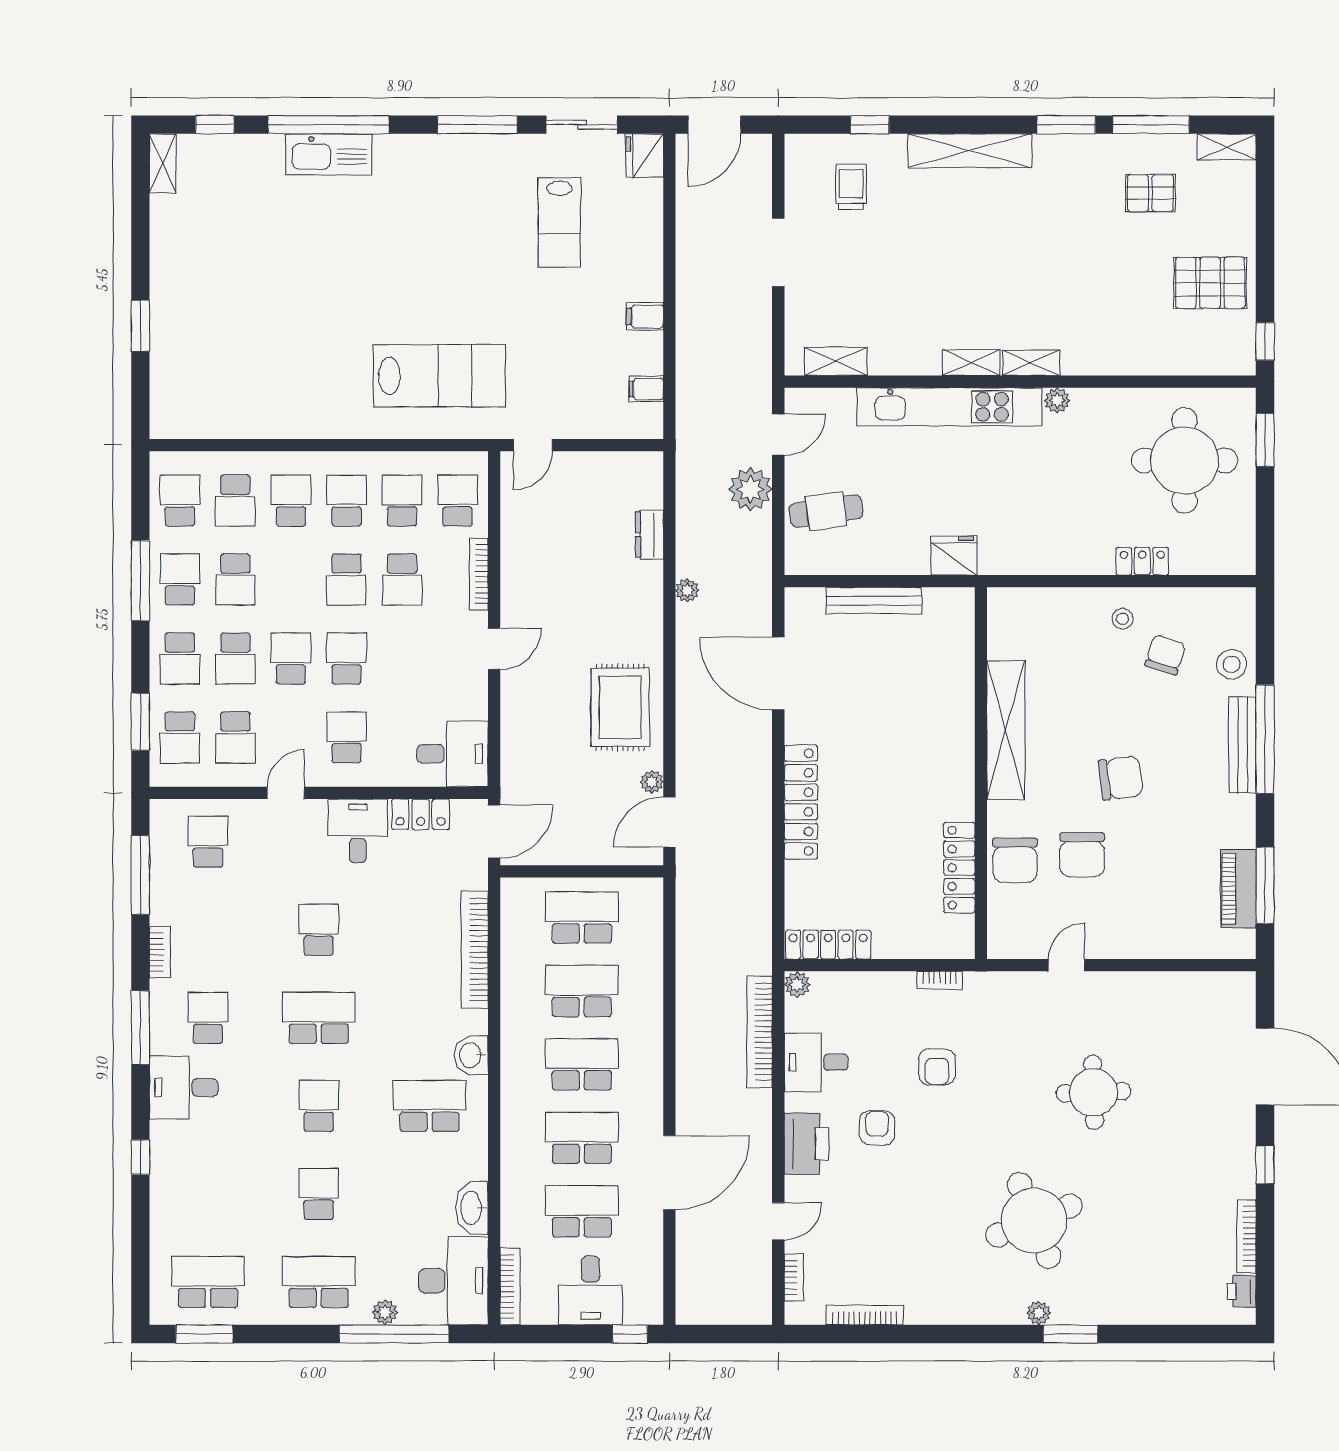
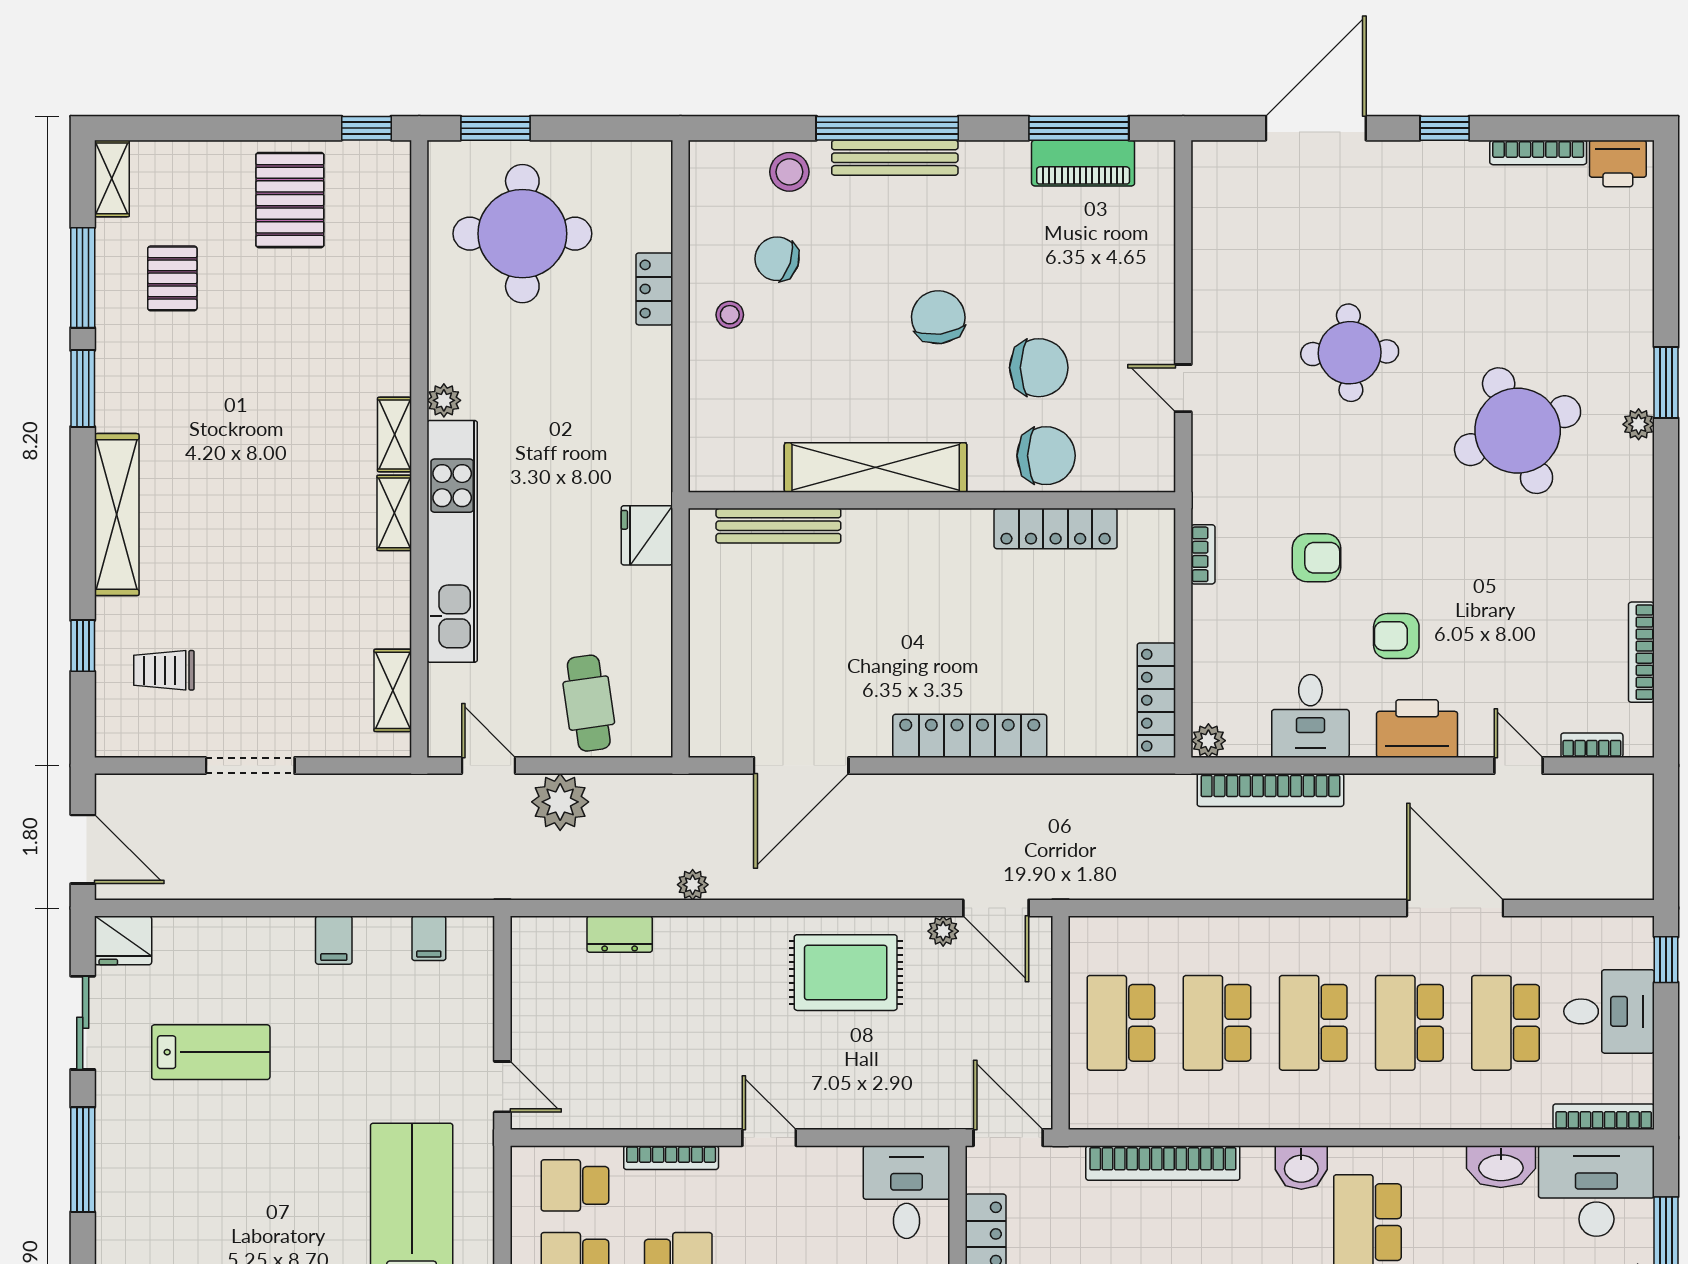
bench: (874, 601) -> (778, 526), moved, turned 90
printer: (1242, 1291) -> (1618, 163), width x1.36, depth x1.24

